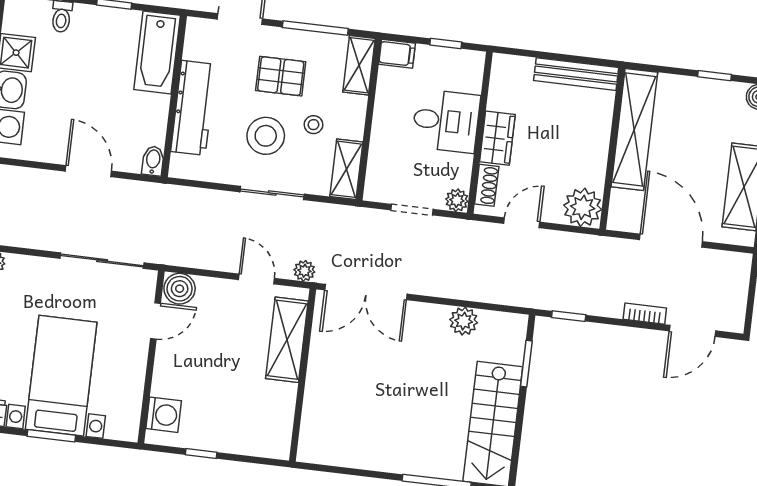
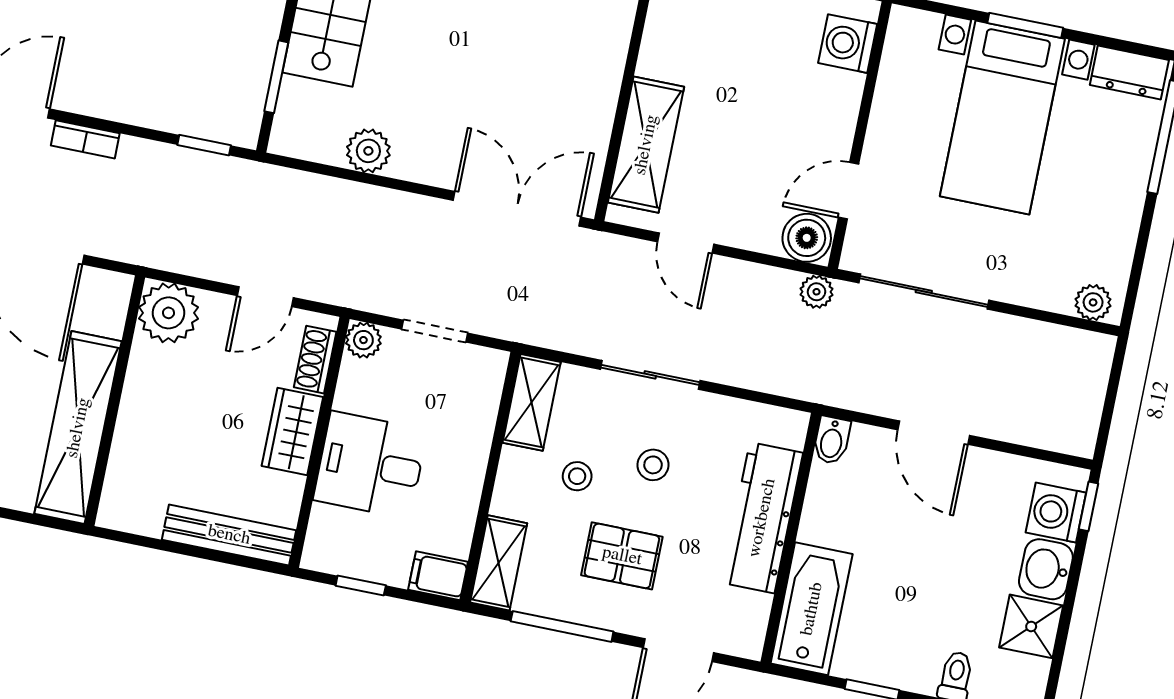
bench: (576, 74) -> (229, 535), moved
stool: (266, 136) -> (653, 465), width x0.53, depth x0.53
plant: (304, 271) -> (817, 292), moved

